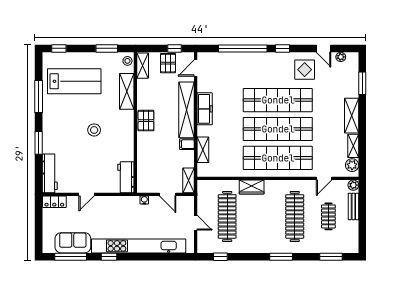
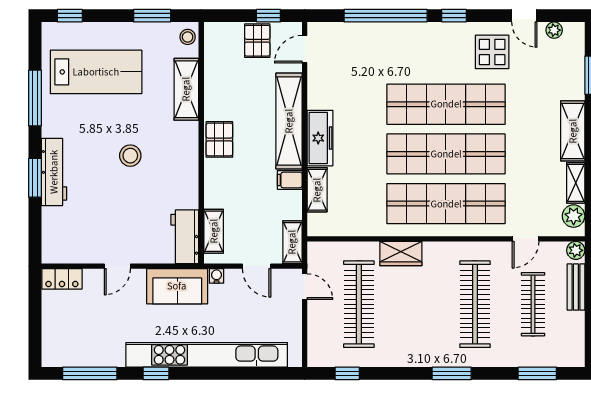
shelving: (143, 66) -> (214, 231), moved
freezer: (205, 109) -> (320, 138), moved
workbench: (50, 173) -> (54, 172), moved
clothes rail: (328, 216) -> (533, 304), width x1.36
door: (196, 223) -> (305, 287), moved
sofa: (73, 243) -> (177, 286), moved, turned 180

